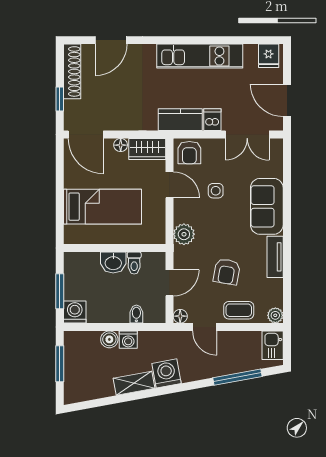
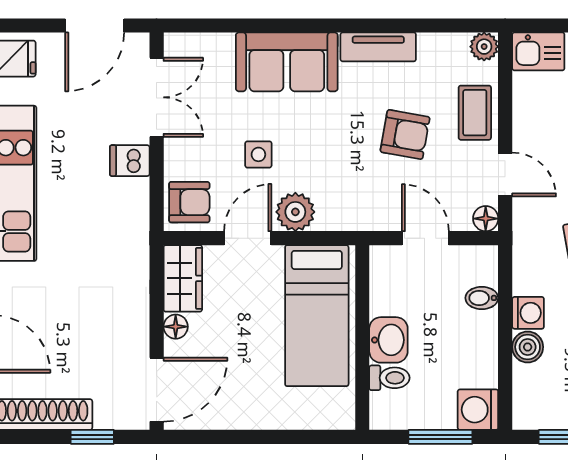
kitchen counter: (180, 120) -> (130, 218), removed
bed: (103, 207) -> (317, 316), moved, turned 180
plant: (184, 234) -> (295, 212), moved
toilet: (134, 263) -> (389, 378), moved
door: (205, 327) -> (505, 174), hinge flipped

